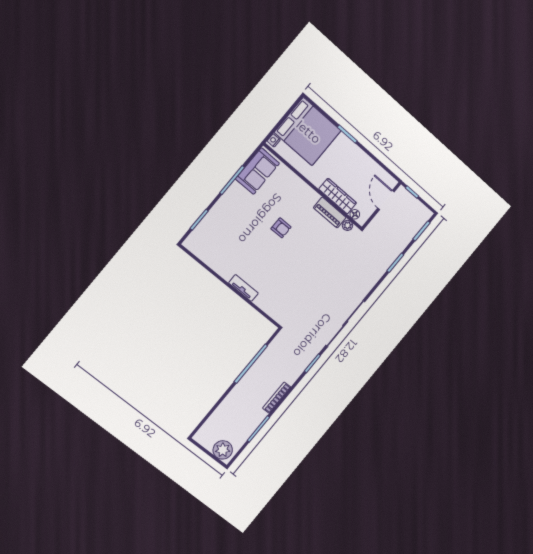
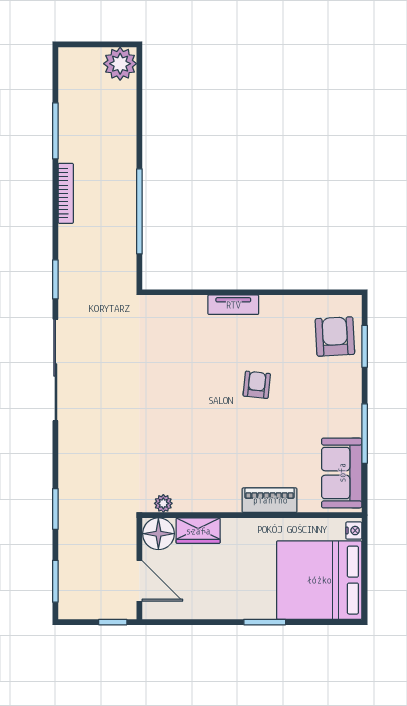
wardrobe: (338, 196) -> (198, 531), width x0.67
piano: (330, 212) -> (270, 500), moved
floor lamp: (355, 214) -> (158, 534), width x1.89, depth x1.89
armchair: (281, 228) -> (257, 385), moved, turned 96
armchair: (209, 236) -> (335, 336), added
plant: (223, 450) -> (120, 64), moved

